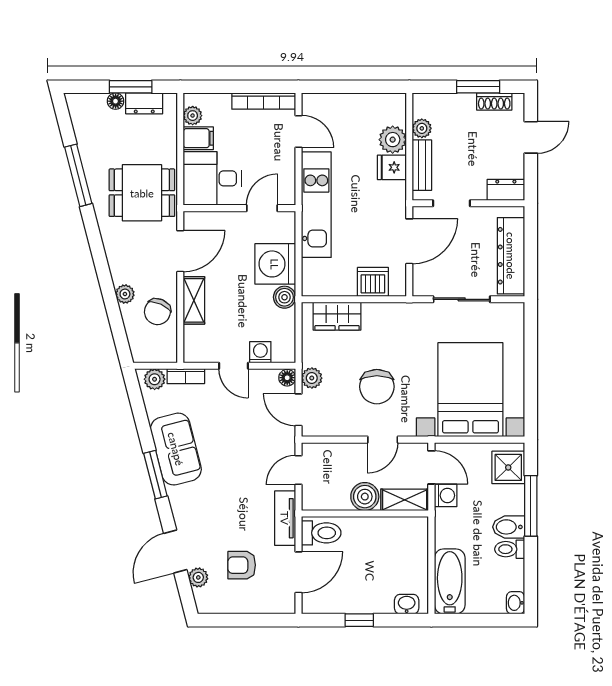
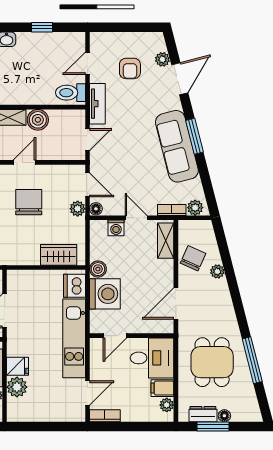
bookcase: (264, 101) -> (105, 416), width x0.64
door: (298, 131) -> (87, 393), swing flipped
dining table: (142, 193) -> (212, 362), moved, turned 90
dishwasher: (373, 282) -> (74, 286), moved, turned 90
shelving: (194, 300) -> (166, 241), moved
sofa: (176, 449) -> (177, 146), width x1.36
armchair: (242, 565) -> (130, 68), turned 90
door: (298, 572) -> (87, 63), width x0.73

